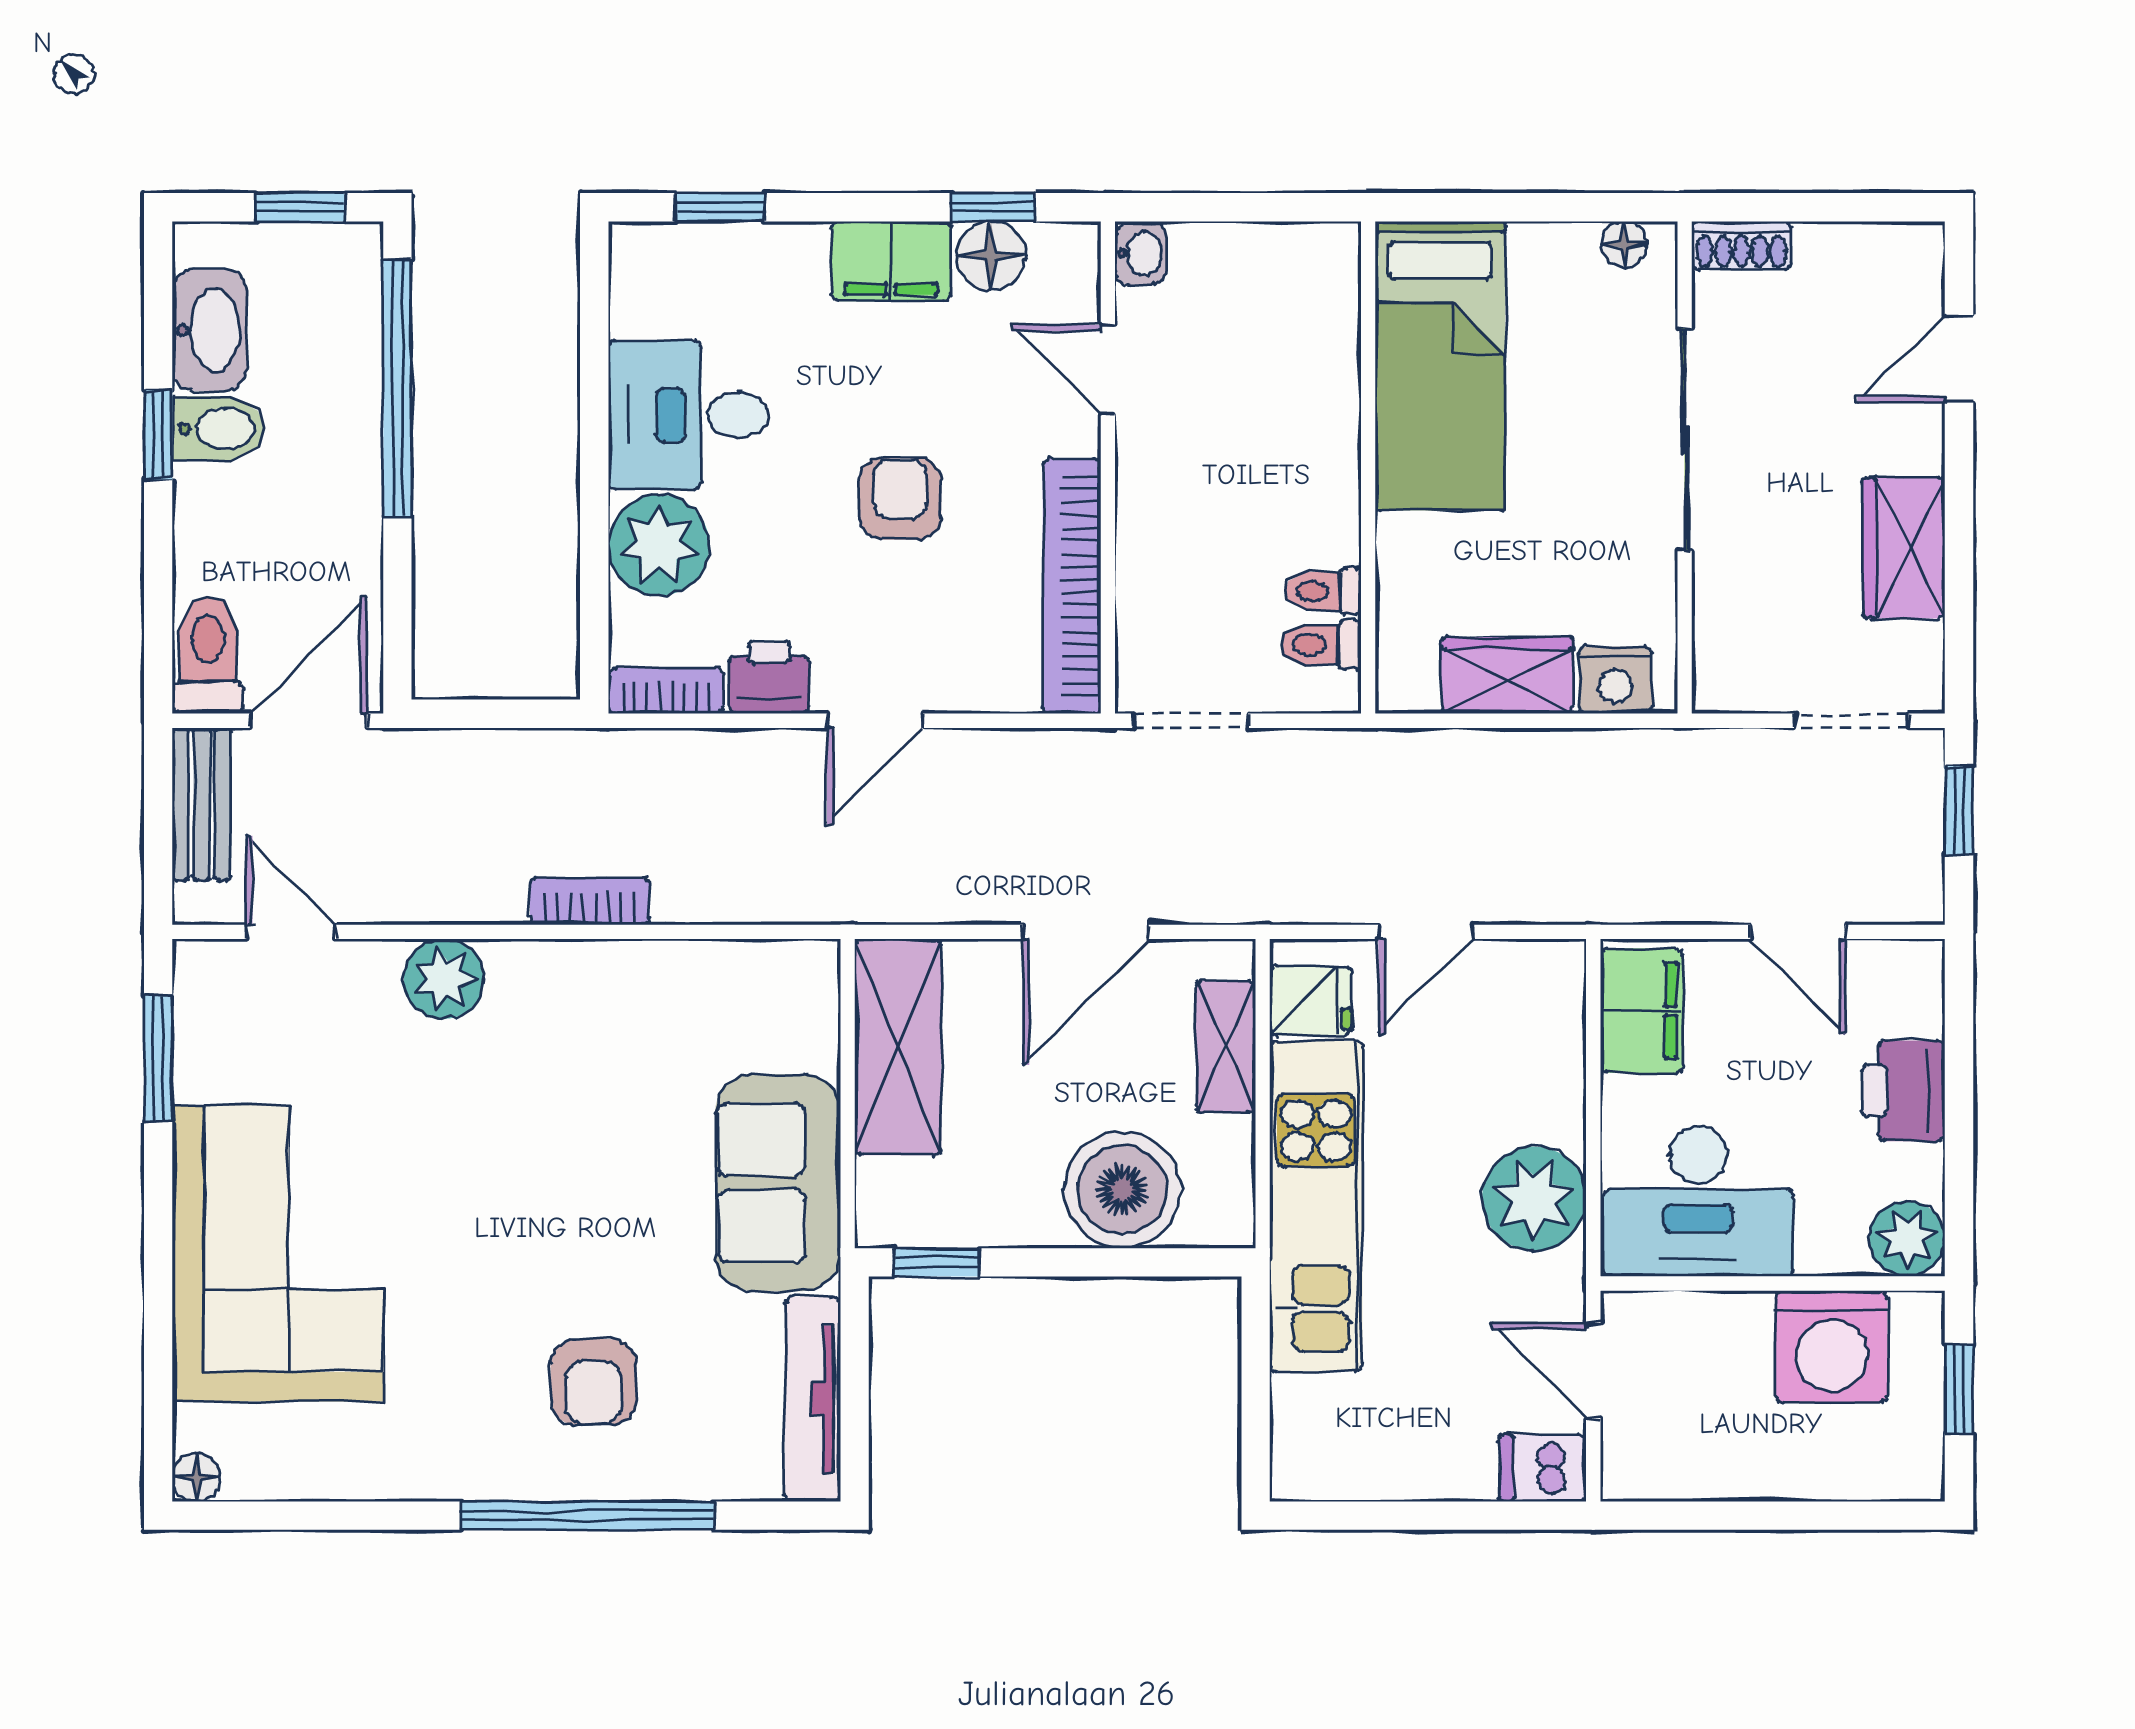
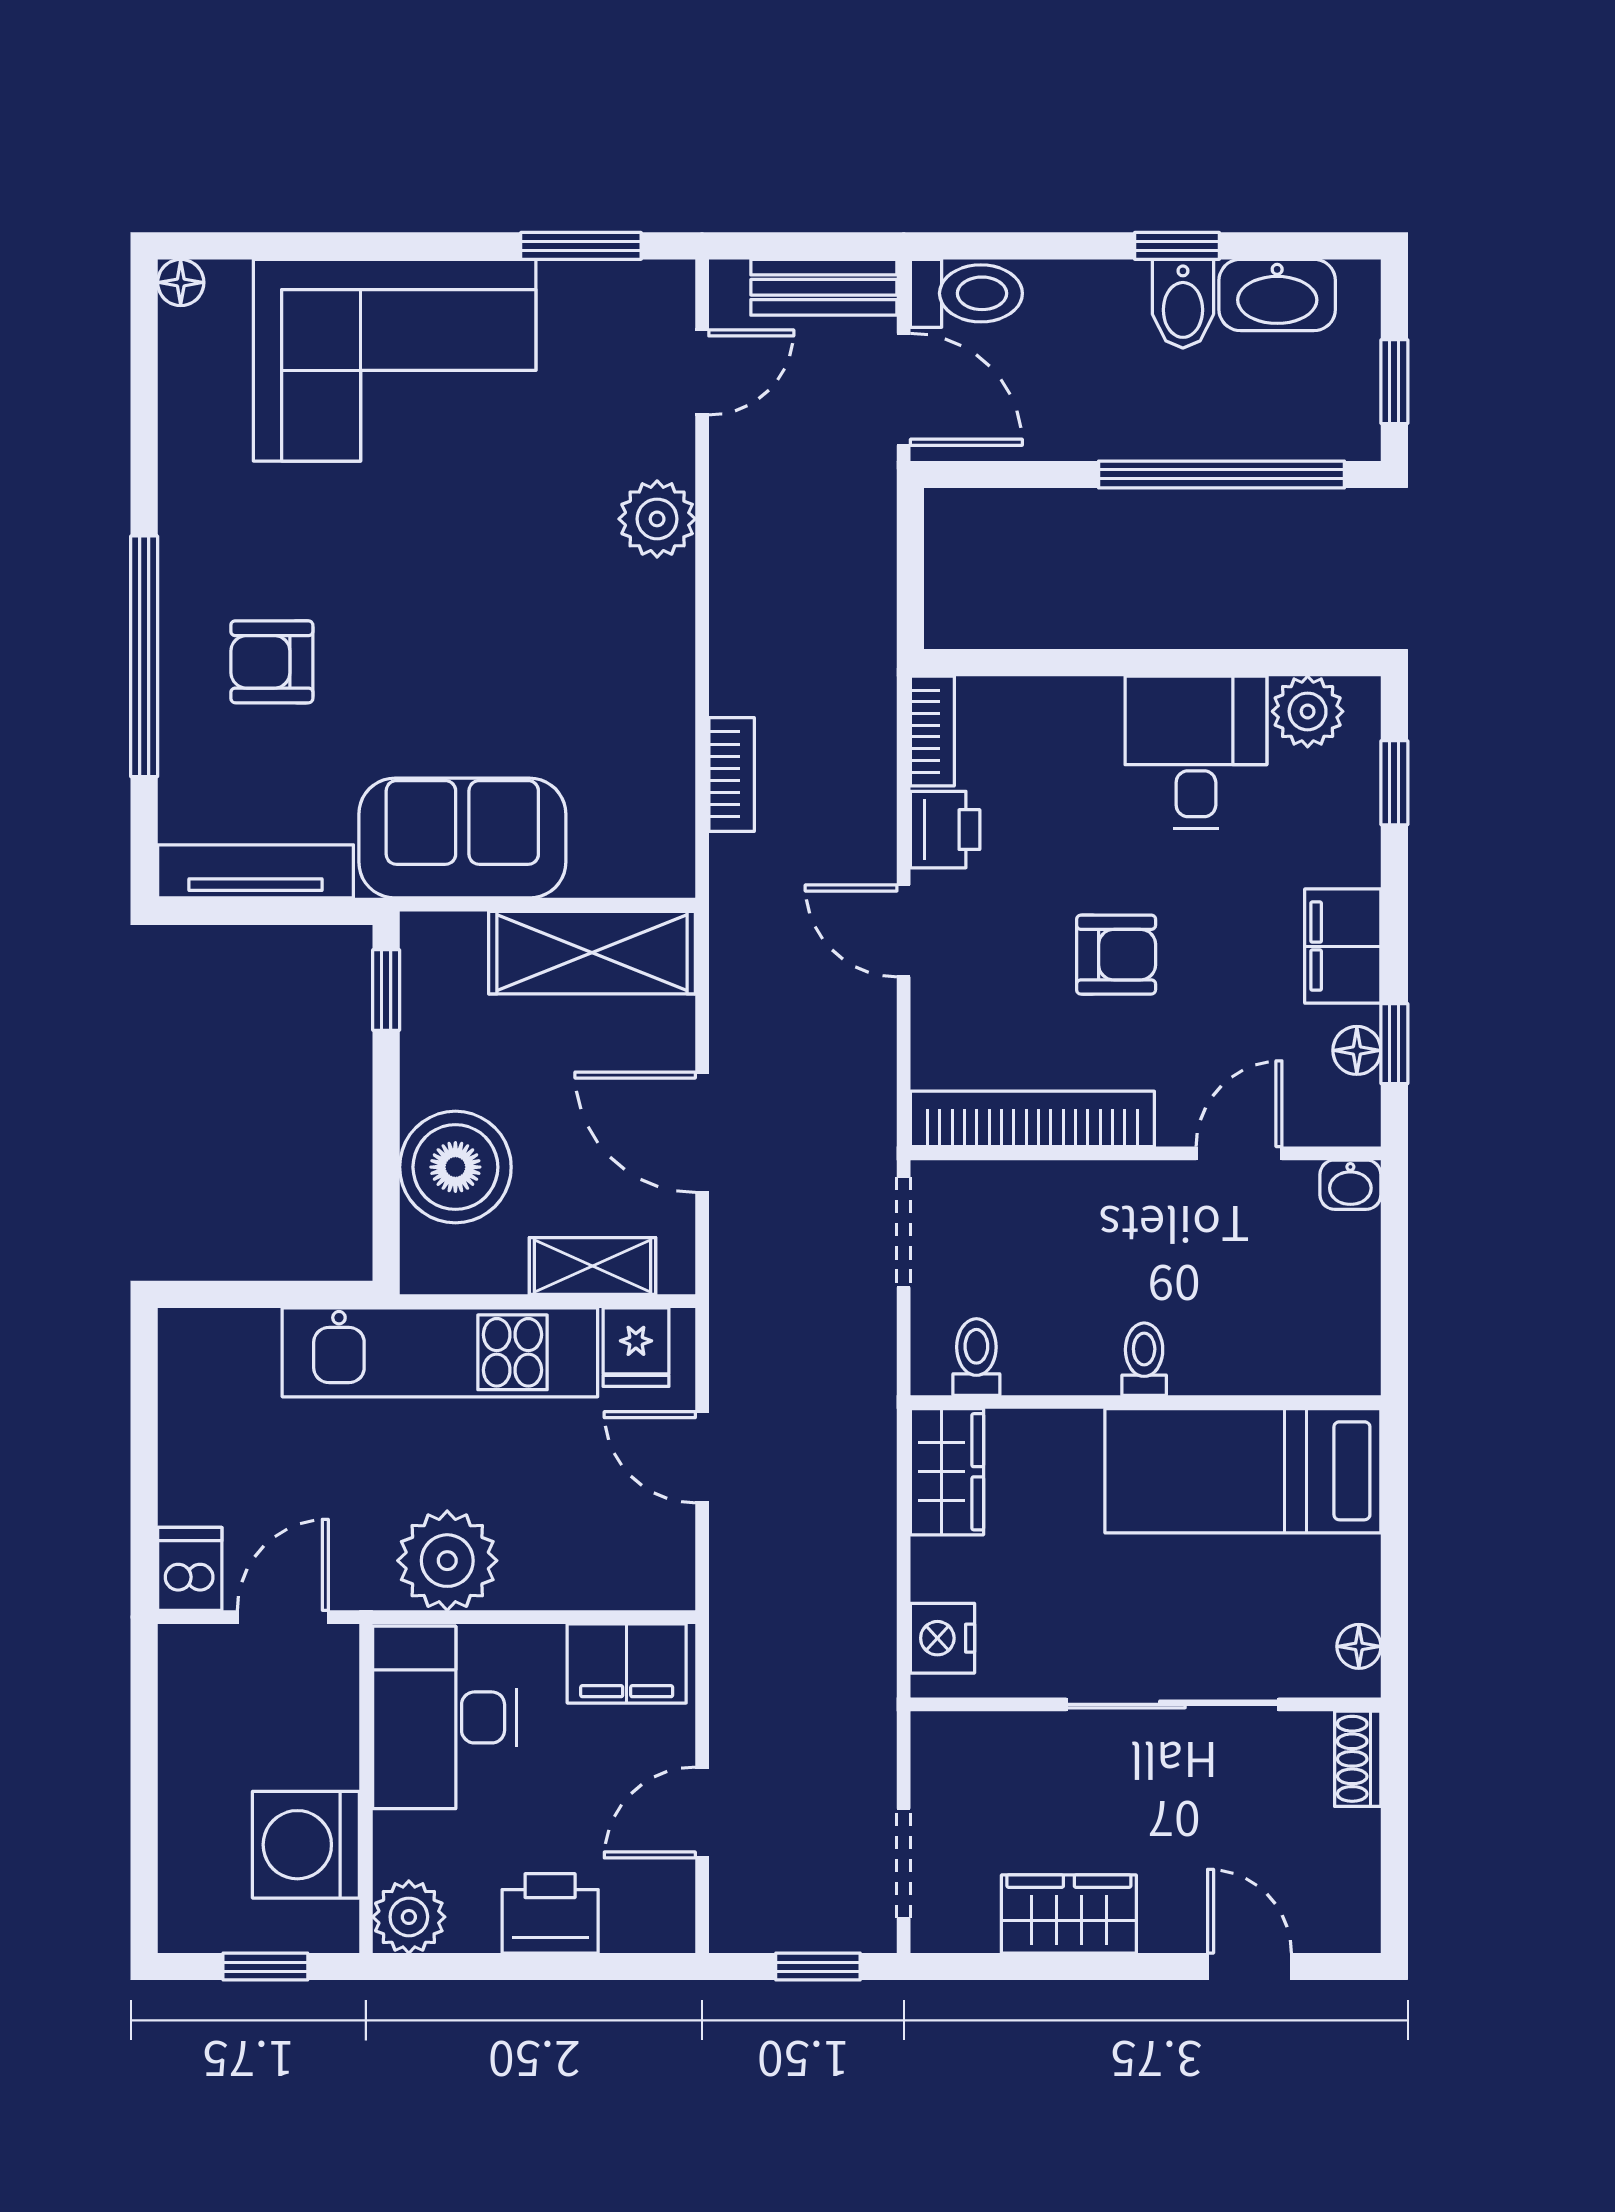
floor lamp: (991, 256) -> (1357, 1050), width x0.73, depth x0.73
plant: (659, 545) -> (1308, 711), moved, width x0.73, depth x0.73
toilet: (1323, 591) -> (1144, 1359), moved
wardrobe: (1507, 675) -> (947, 1472), moved
bookcase: (590, 901) -> (732, 774), moved

